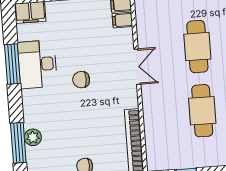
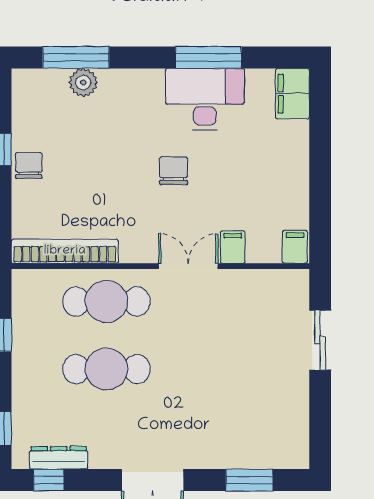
filing cabinet: (122, 20) -> (233, 247), moved
cafe table: (197, 47) -> (106, 301), moved
double door: (137, 67) -> (188, 266), swing flipped

